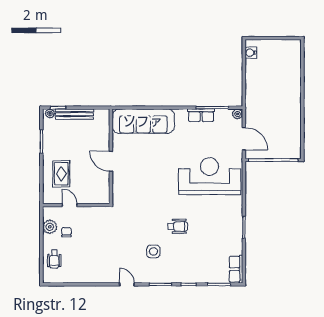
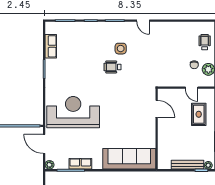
door: (111, 161) -> (157, 109), moved
reception desk: (210, 176) -> (73, 112), turned 180
wheelchair: (178, 226) -> (112, 67), moved
row of seats: (236, 269) -> (51, 46), moved

